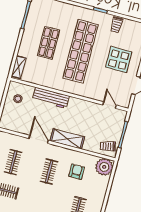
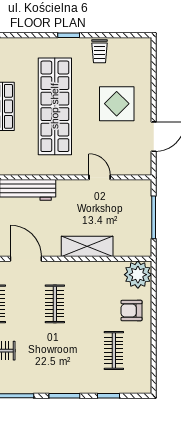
door: (110, 105) -> (100, 177), moved
shelving: (67, 139) -> (87, 246), moved
trolley: (108, 146) -> (135, 241), removed
armchair: (77, 172) -> (132, 311), moved, turned -90

